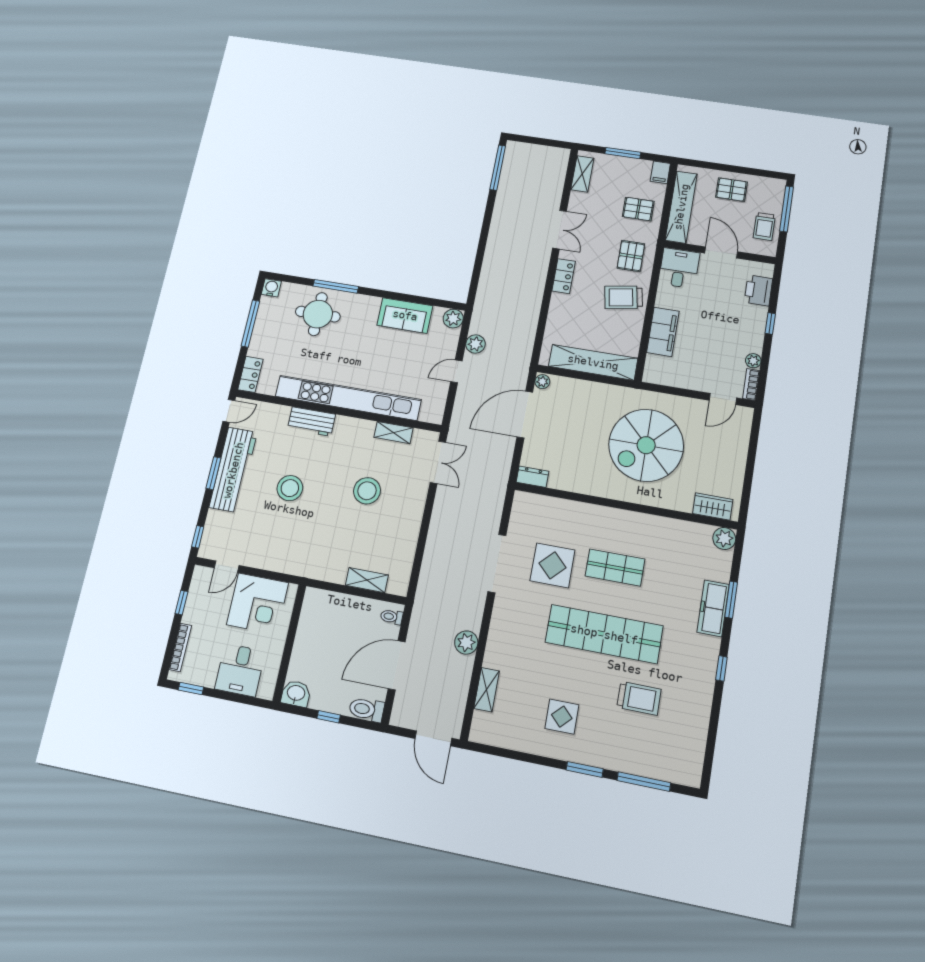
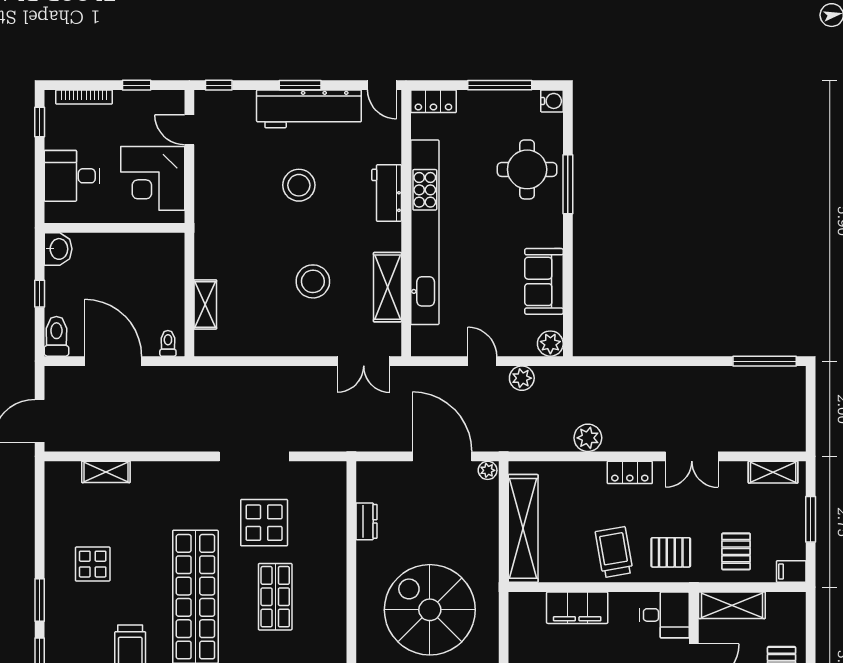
shelving: (681, 207) -> (732, 605), width x0.68
shelving: (394, 433) -> (387, 287), width x1.50, depth x1.33
dresser: (532, 477) -> (366, 521), moved
plant: (466, 643) -> (588, 438), moved

